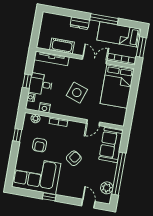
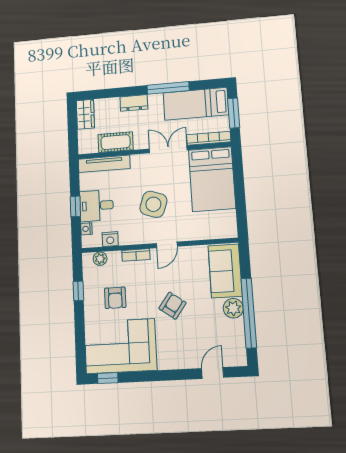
wardrobe: (47, 22) -> (85, 114), added
door: (93, 123) -> (167, 245), moved
plant: (107, 188) -> (233, 308), moved
window: (49, 197) -> (108, 378), moved
door: (88, 204) -> (213, 373), hinge flipped

